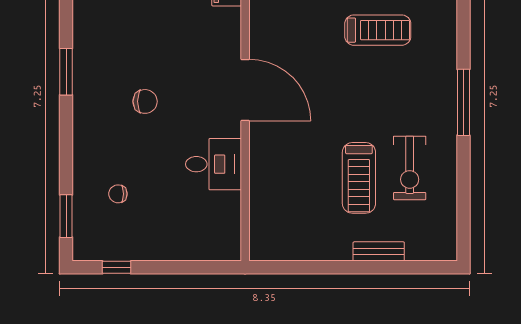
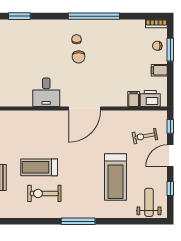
treadmill: (378, 30) -> (115, 177), width x1.37, depth x1.38
window: (66, 72) -> (94, 16), width x2.11
chair: (118, 194) -> (77, 39), moved

